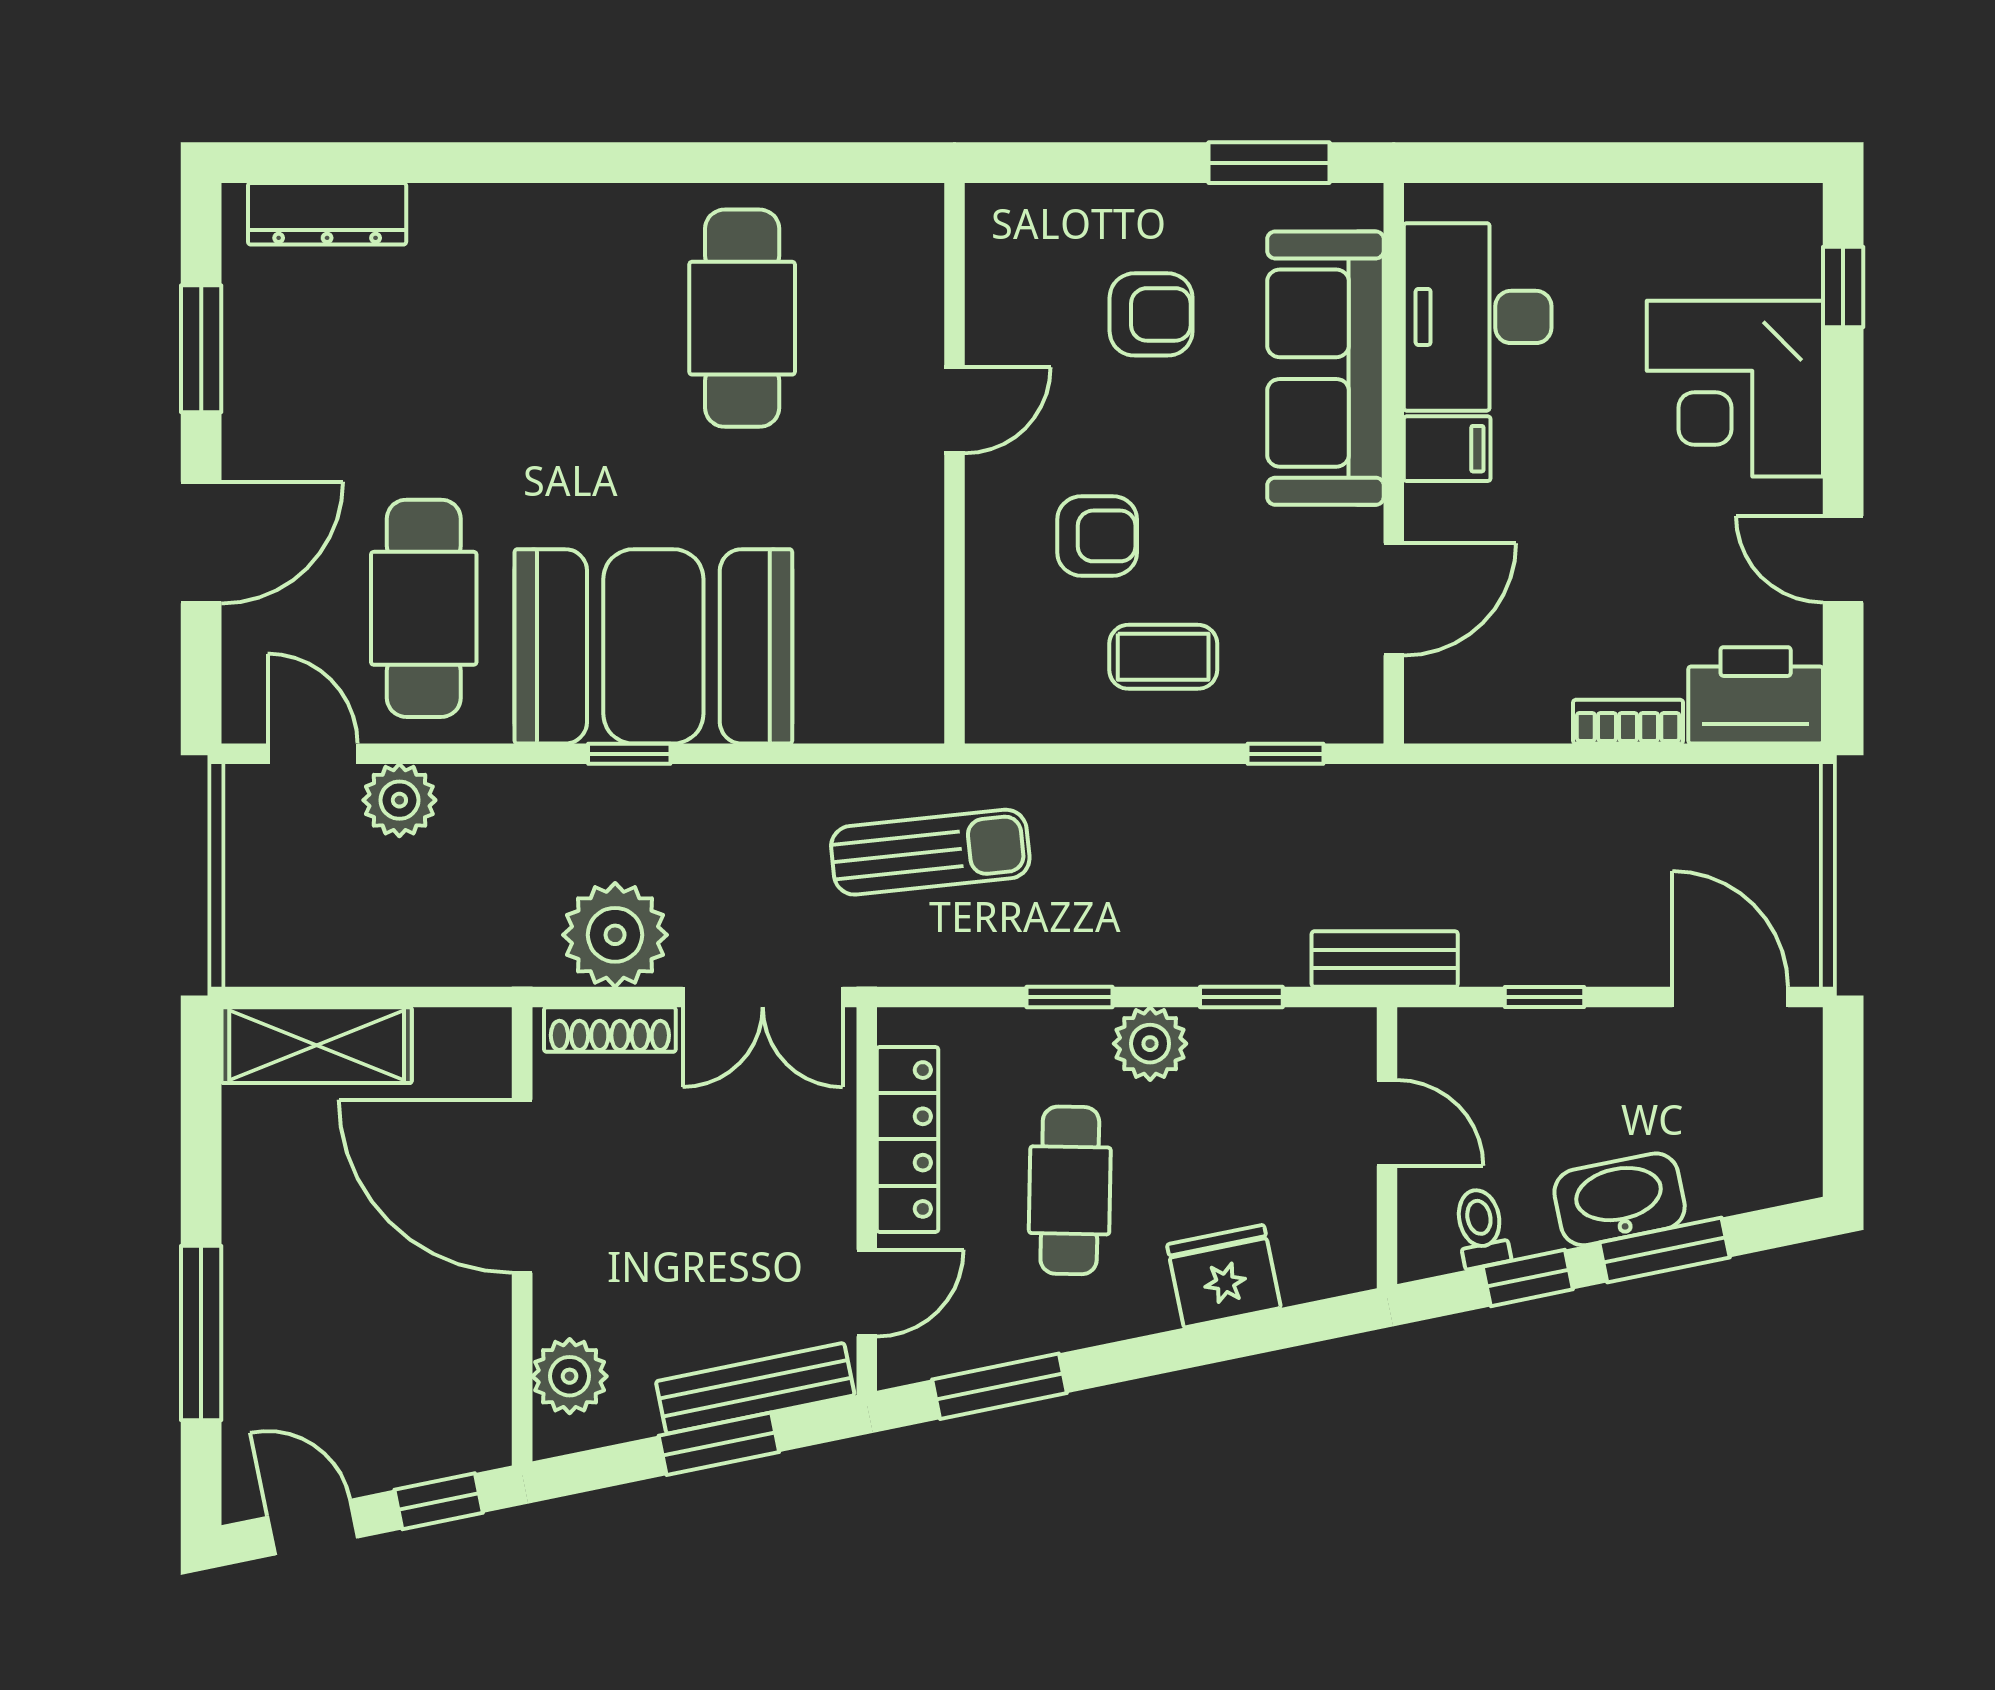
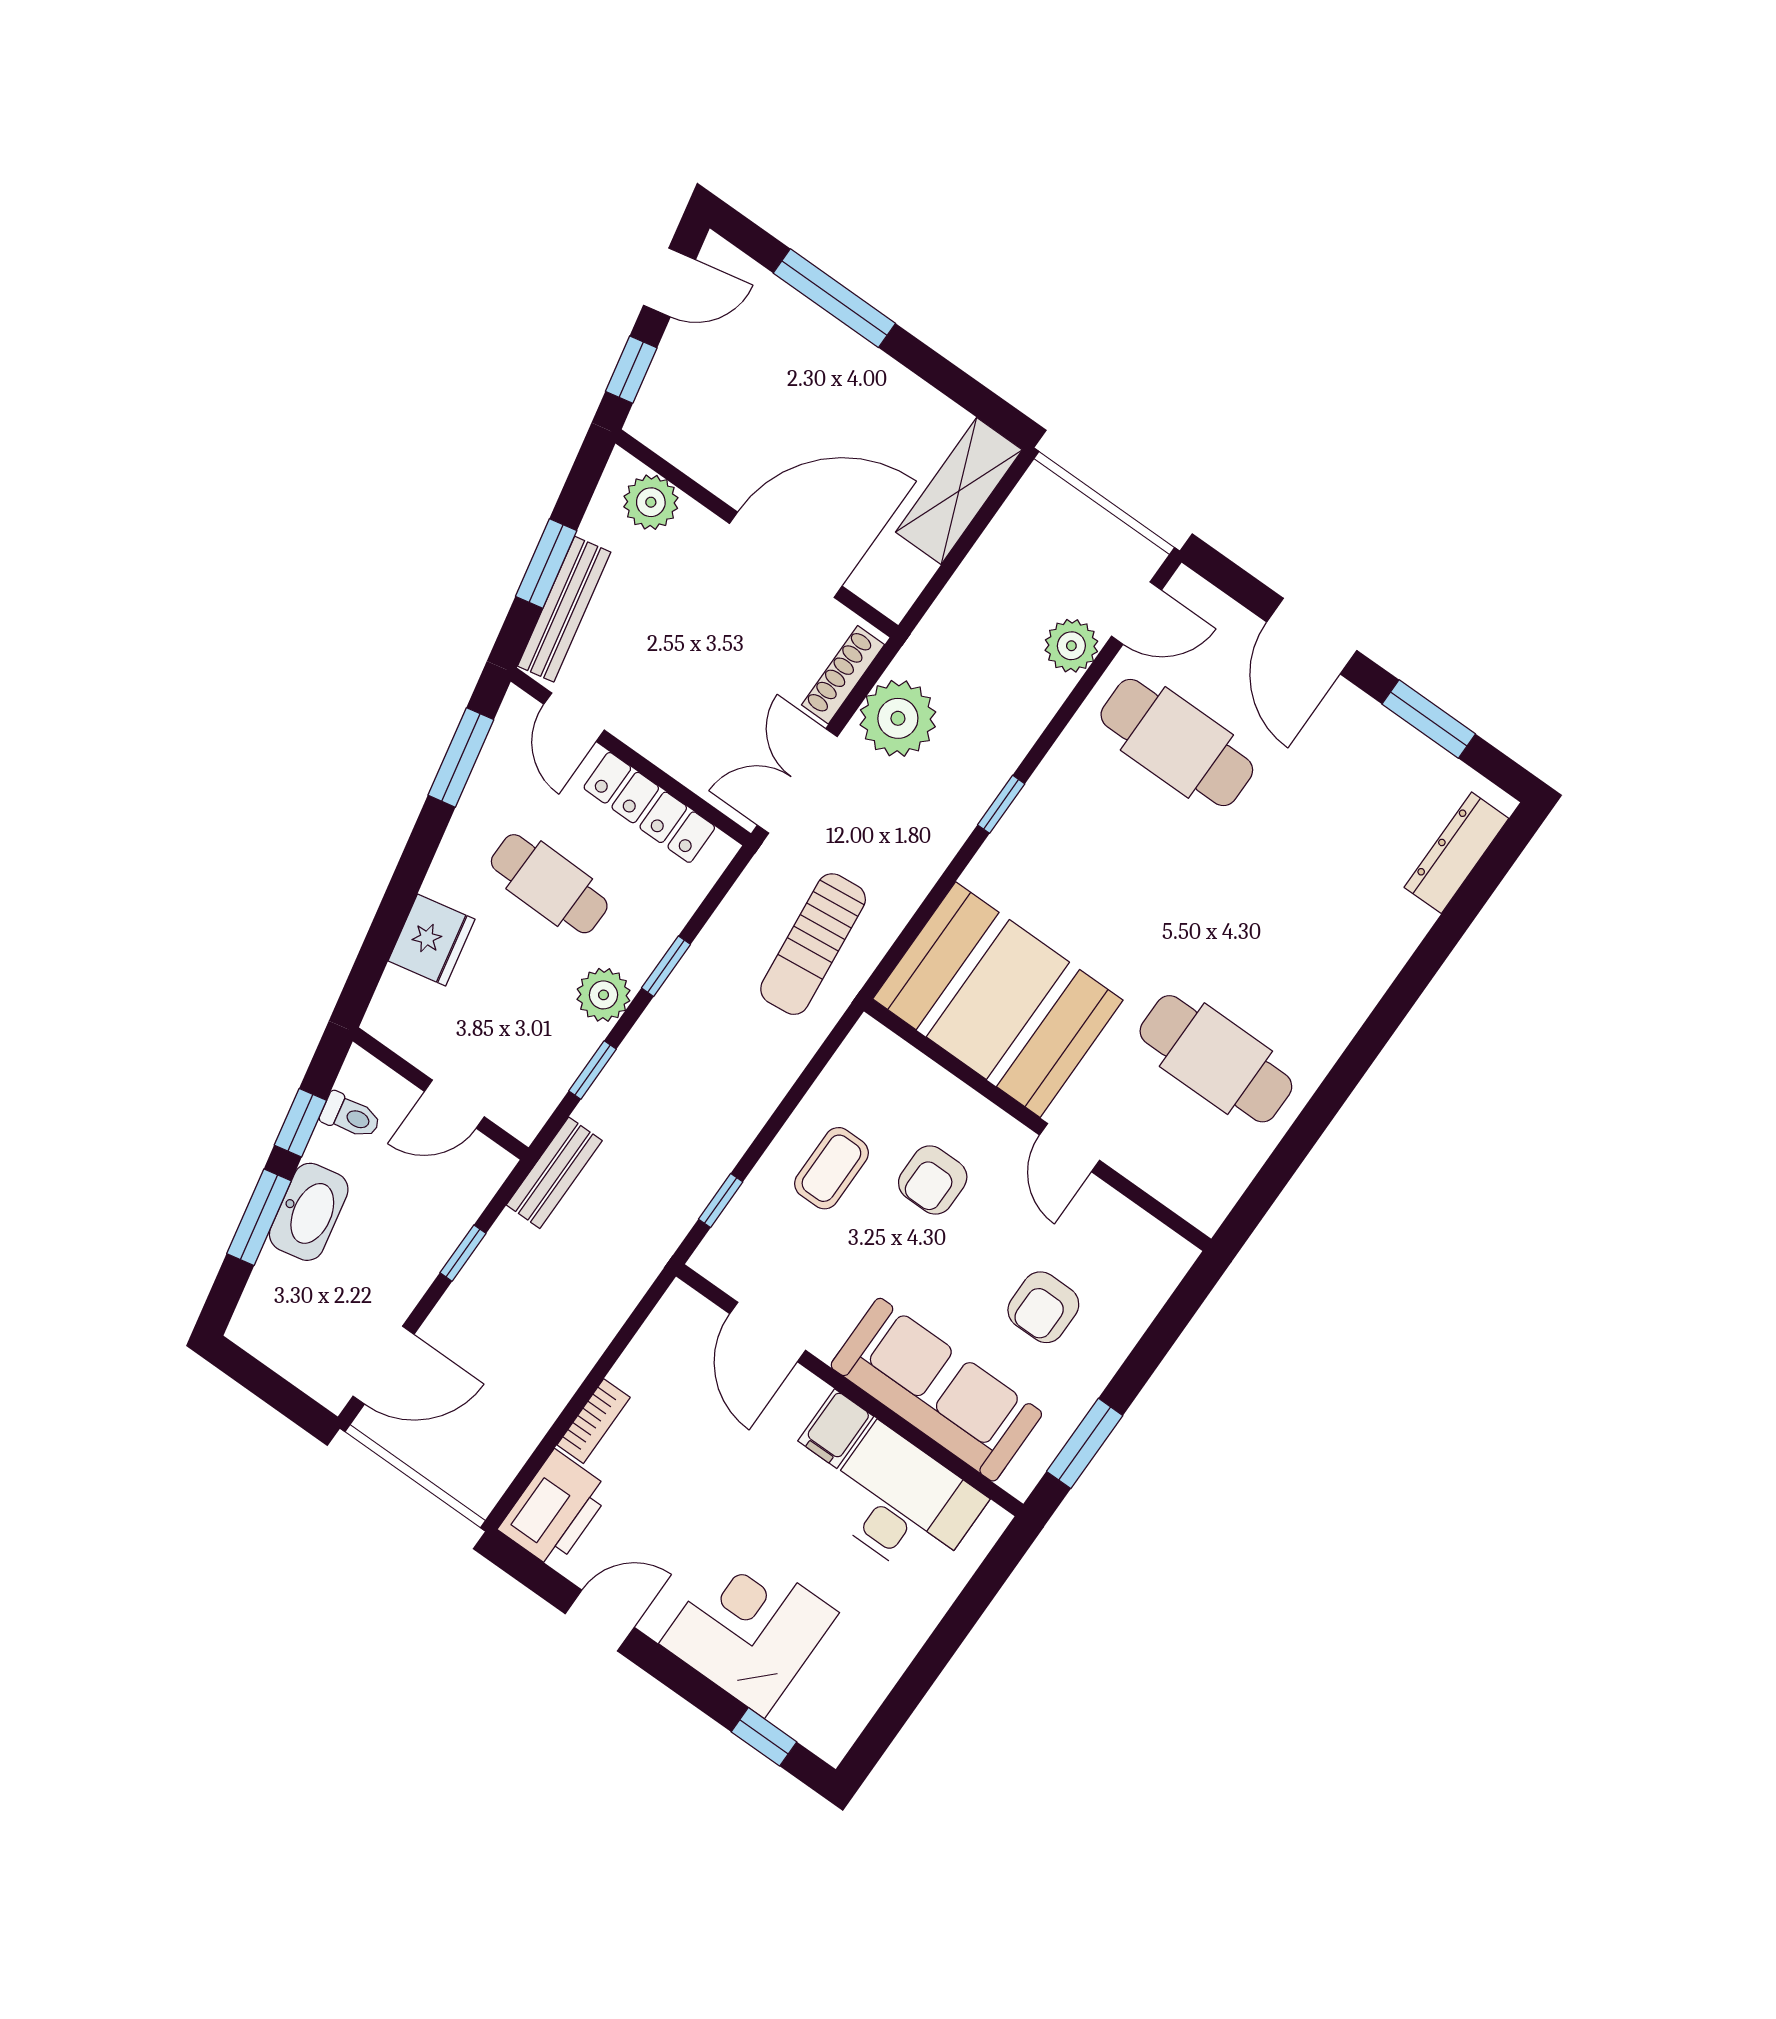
booth: (653, 646) -> (998, 1000), moved, turned 90

